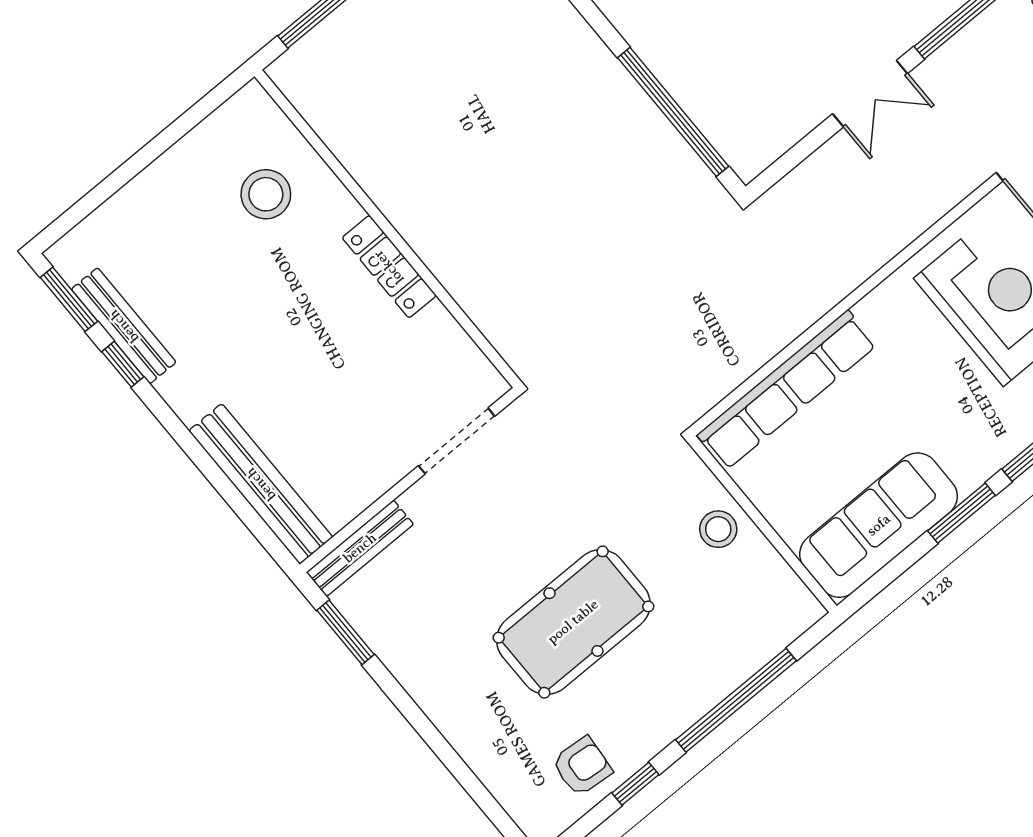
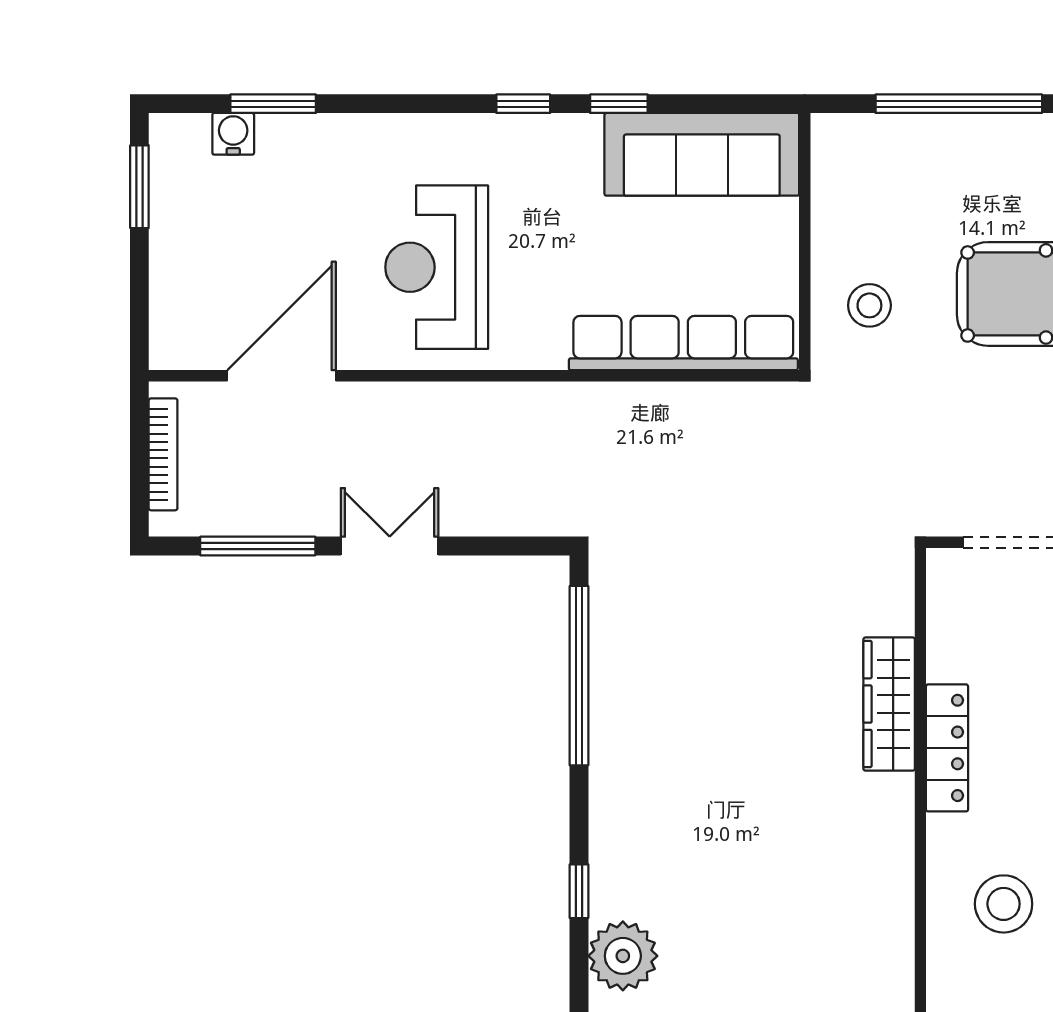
wardrobe: (452, 264) -> (889, 704), added
window: (961, 513) -> (619, 104), width x0.67
stool: (718, 529) -> (869, 305), moved

